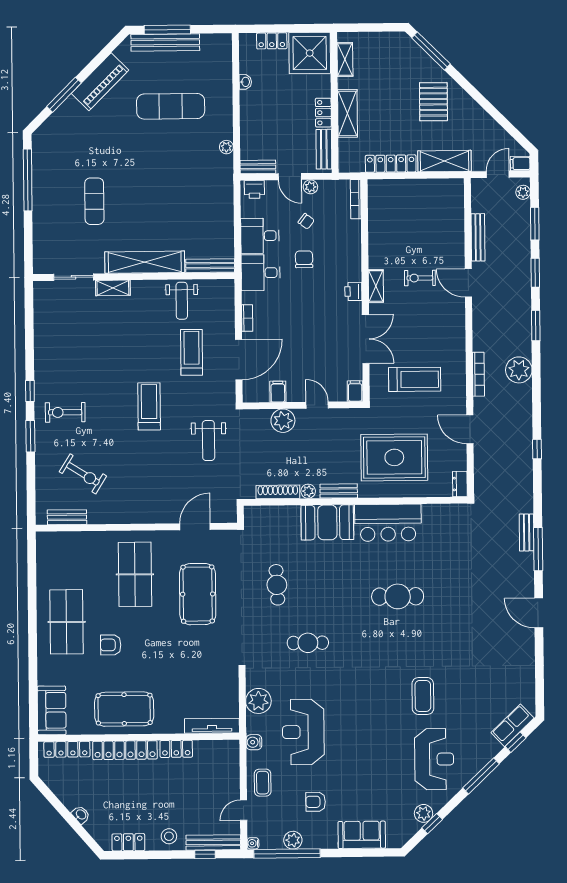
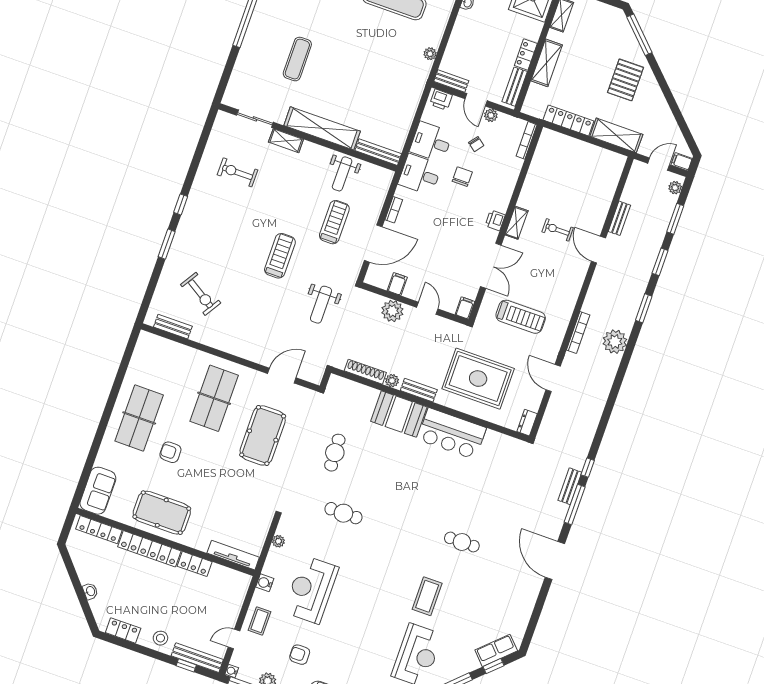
bench: (478, 237) -> (619, 218), width x0.73
exercise bike: (65, 412) -> (238, 172), moved
window: (537, 449) -> (588, 468), moved
cafe table: (398, 596) -> (462, 542), moved, width x0.73, depth x0.74
door: (539, 613) -> (555, 561), width x1.36
plant: (258, 701) -> (278, 541), width x0.53, depth x0.53

